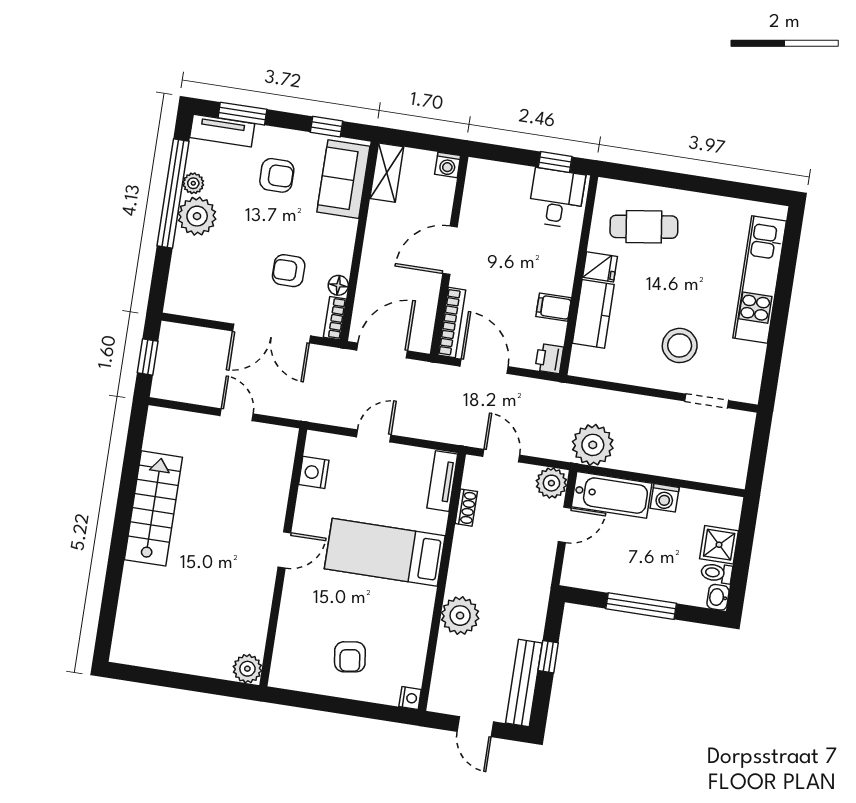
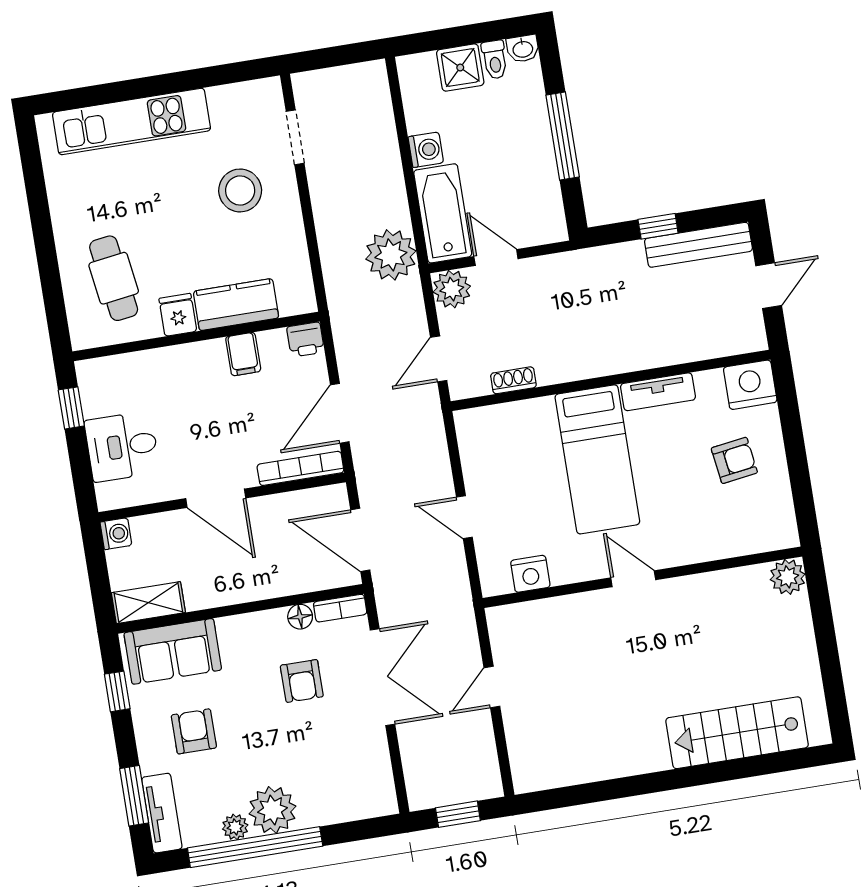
desk: (556, 198) -> (122, 446), moved
tv unit: (442, 481) -> (658, 392), moved
stairs: (153, 508) -> (737, 733), moved
plant: (460, 616) -> (643, 346), removed
nightstand: (410, 698) -> (750, 385), width x1.89, depth x1.79

